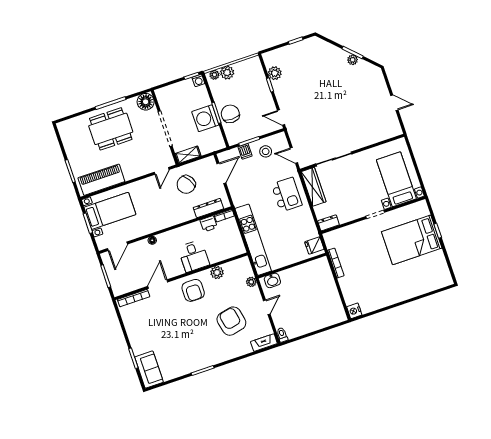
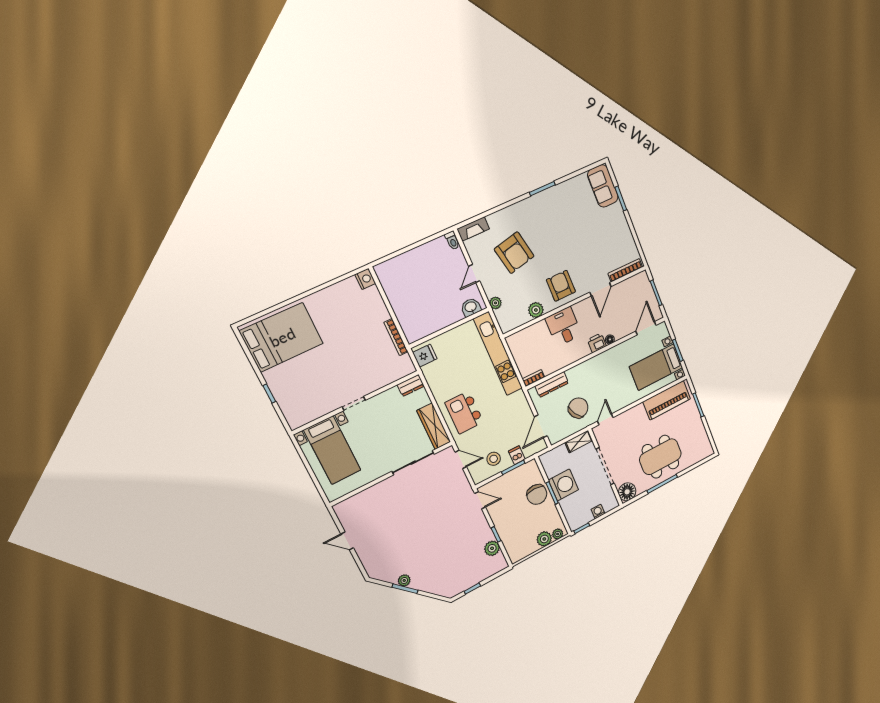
washing machine: (198, 80) -> (598, 512), moved
printer: (209, 224) -> (597, 343), moved
bed: (412, 240) -> (282, 337), moved

